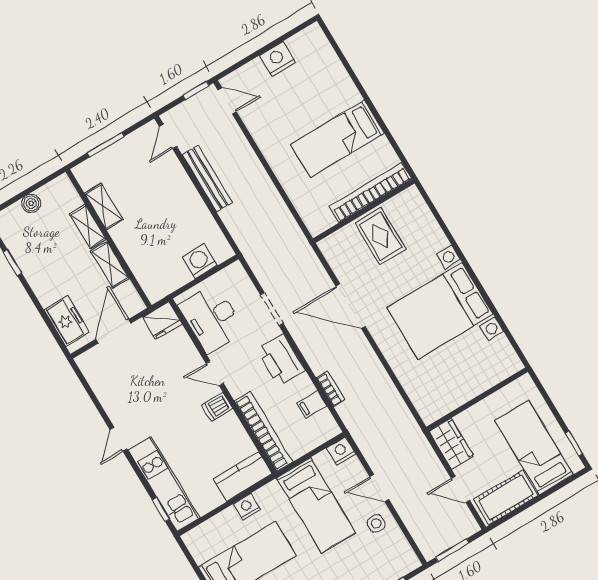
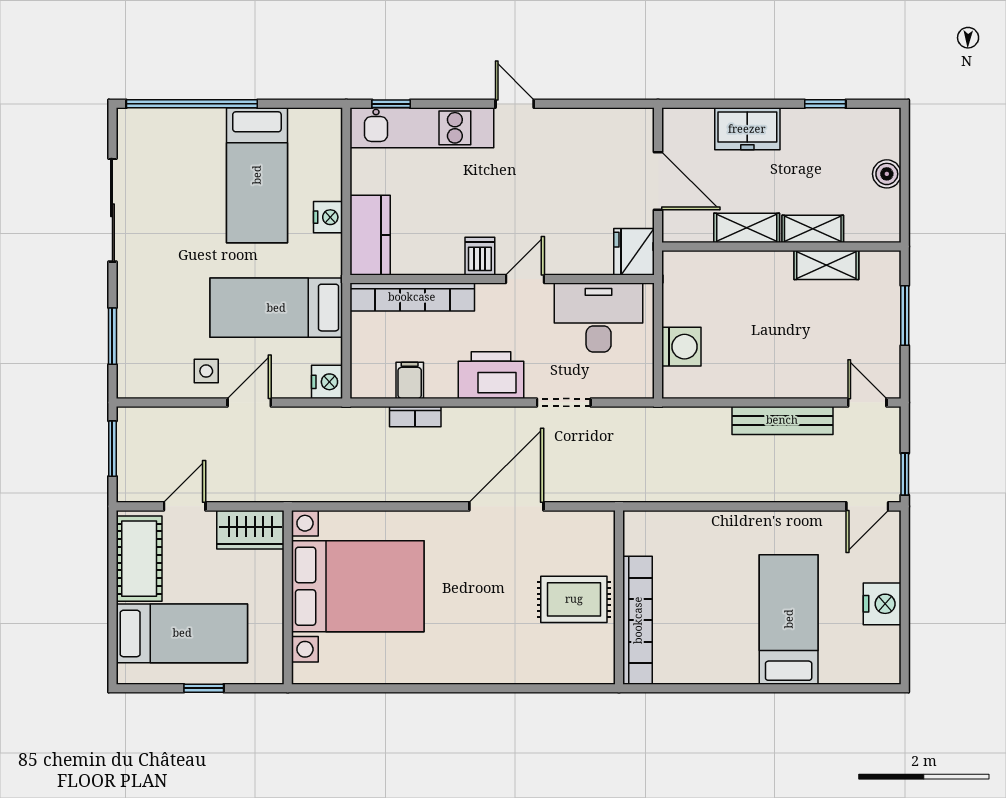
bed: (337, 139) -> (789, 619), moved
bed with nightstands: (440, 311) -> (358, 586), moved, turned 90
freezer: (67, 321) -> (747, 129), moved
window: (574, 444) -> (204, 688), moved

